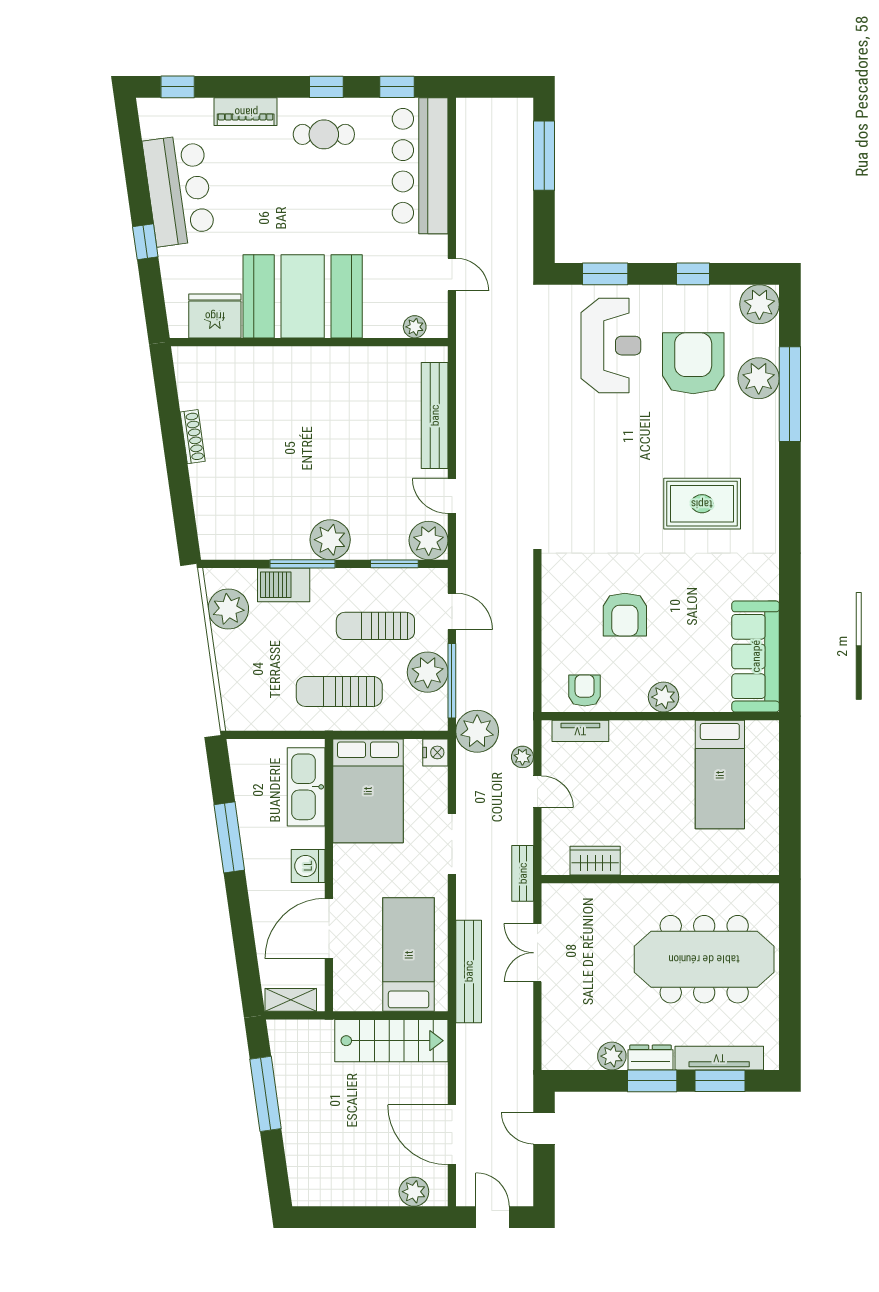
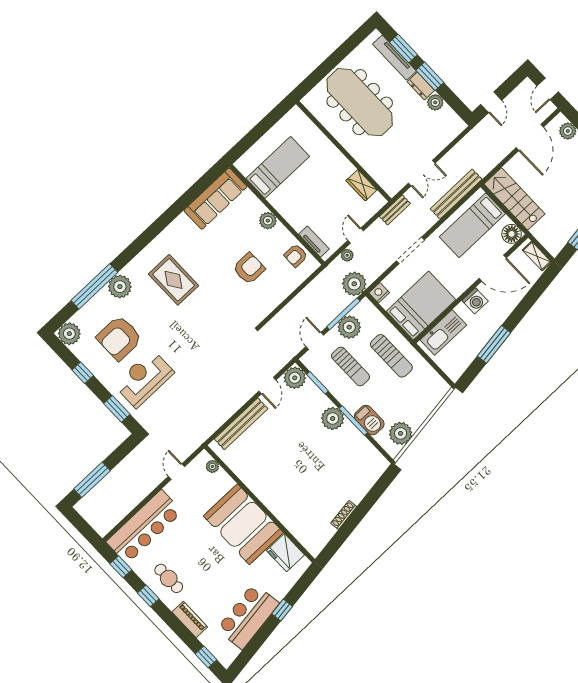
plant: (759, 378) -> (120, 287), moved
floor lamp: (350, 994) -> (512, 234), added

